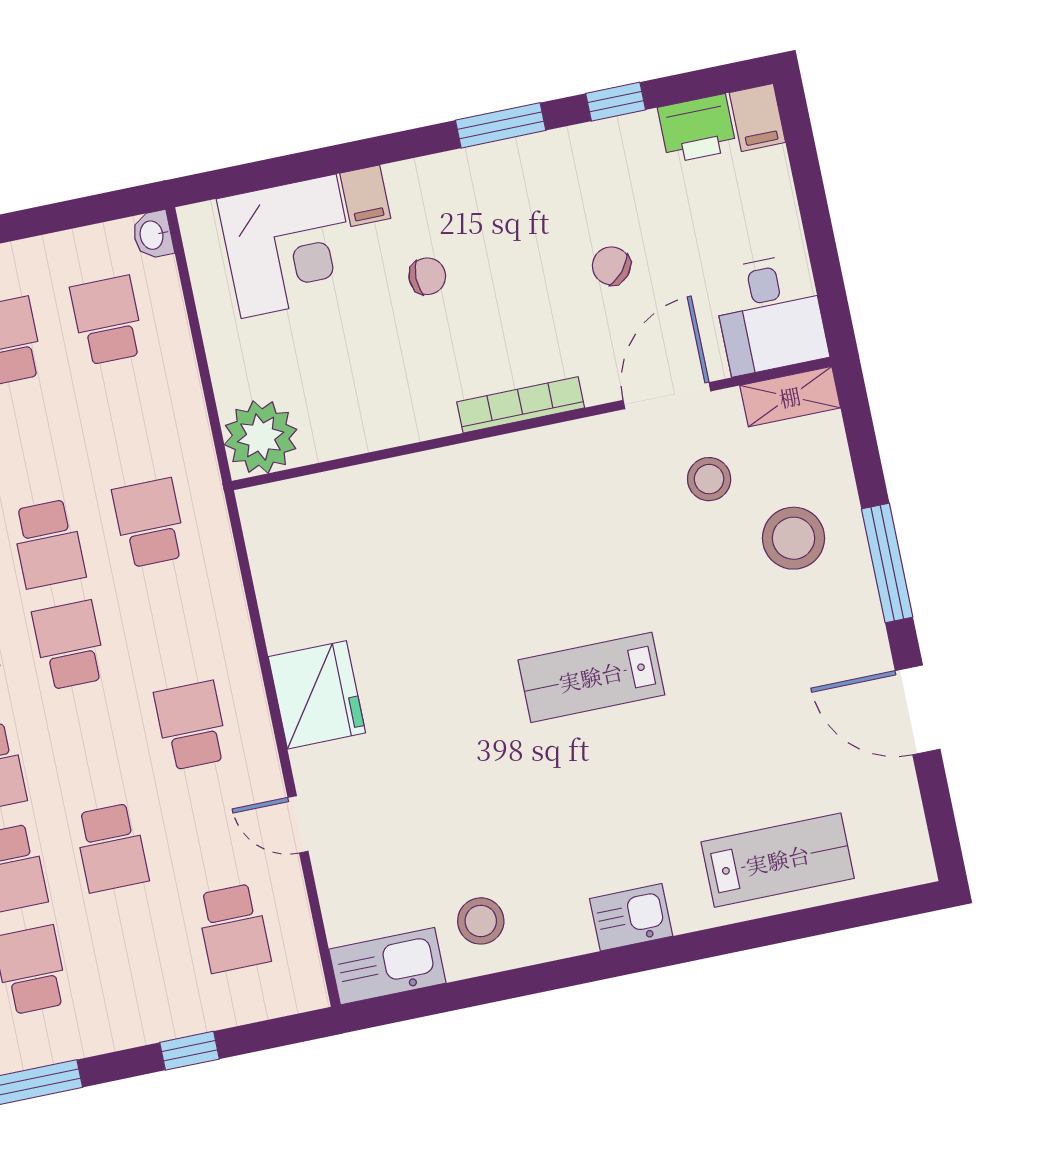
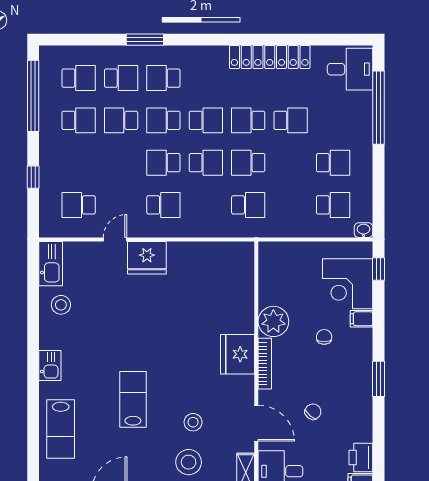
window: (616, 102) -> (379, 269), moved
chair: (427, 276) -> (324, 337), turned 180
plant: (261, 437) -> (273, 321), moved
fridge: (511, 475) -> (237, 354), added
stool: (709, 479) -> (193, 422), moved
lab bench: (591, 677) -> (133, 399), moved
fridge: (317, 695) -> (147, 258), moved
school desk: (111, 848) -> (163, 163), moved

